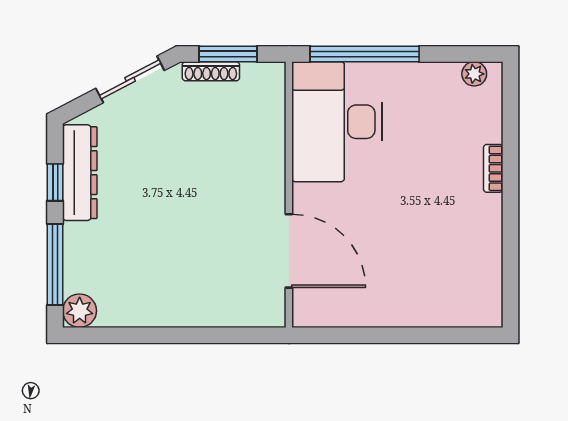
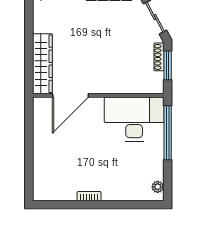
bookcase: (493, 168) -> (89, 196), moved
wardrobe: (225, 308) -> (42, 64), added

